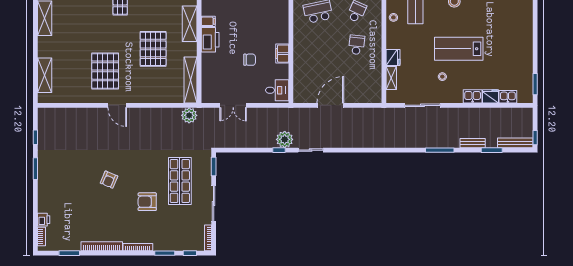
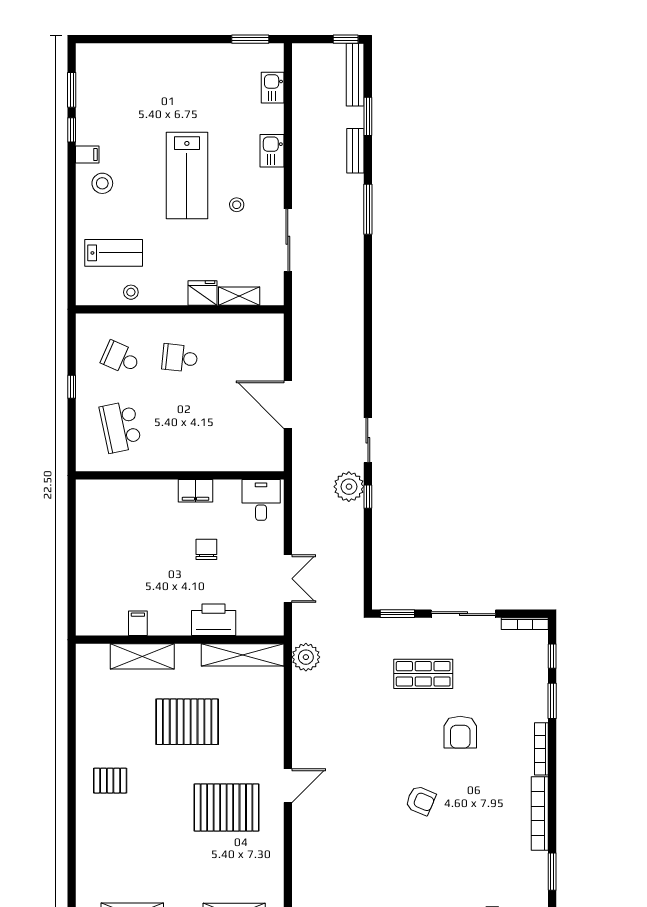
printer: (210, 40) -> (214, 620), moved
fridge: (490, 96) -> (272, 119), removed
shop shelf: (180, 181) -> (423, 674), width x0.70, depth x0.74

